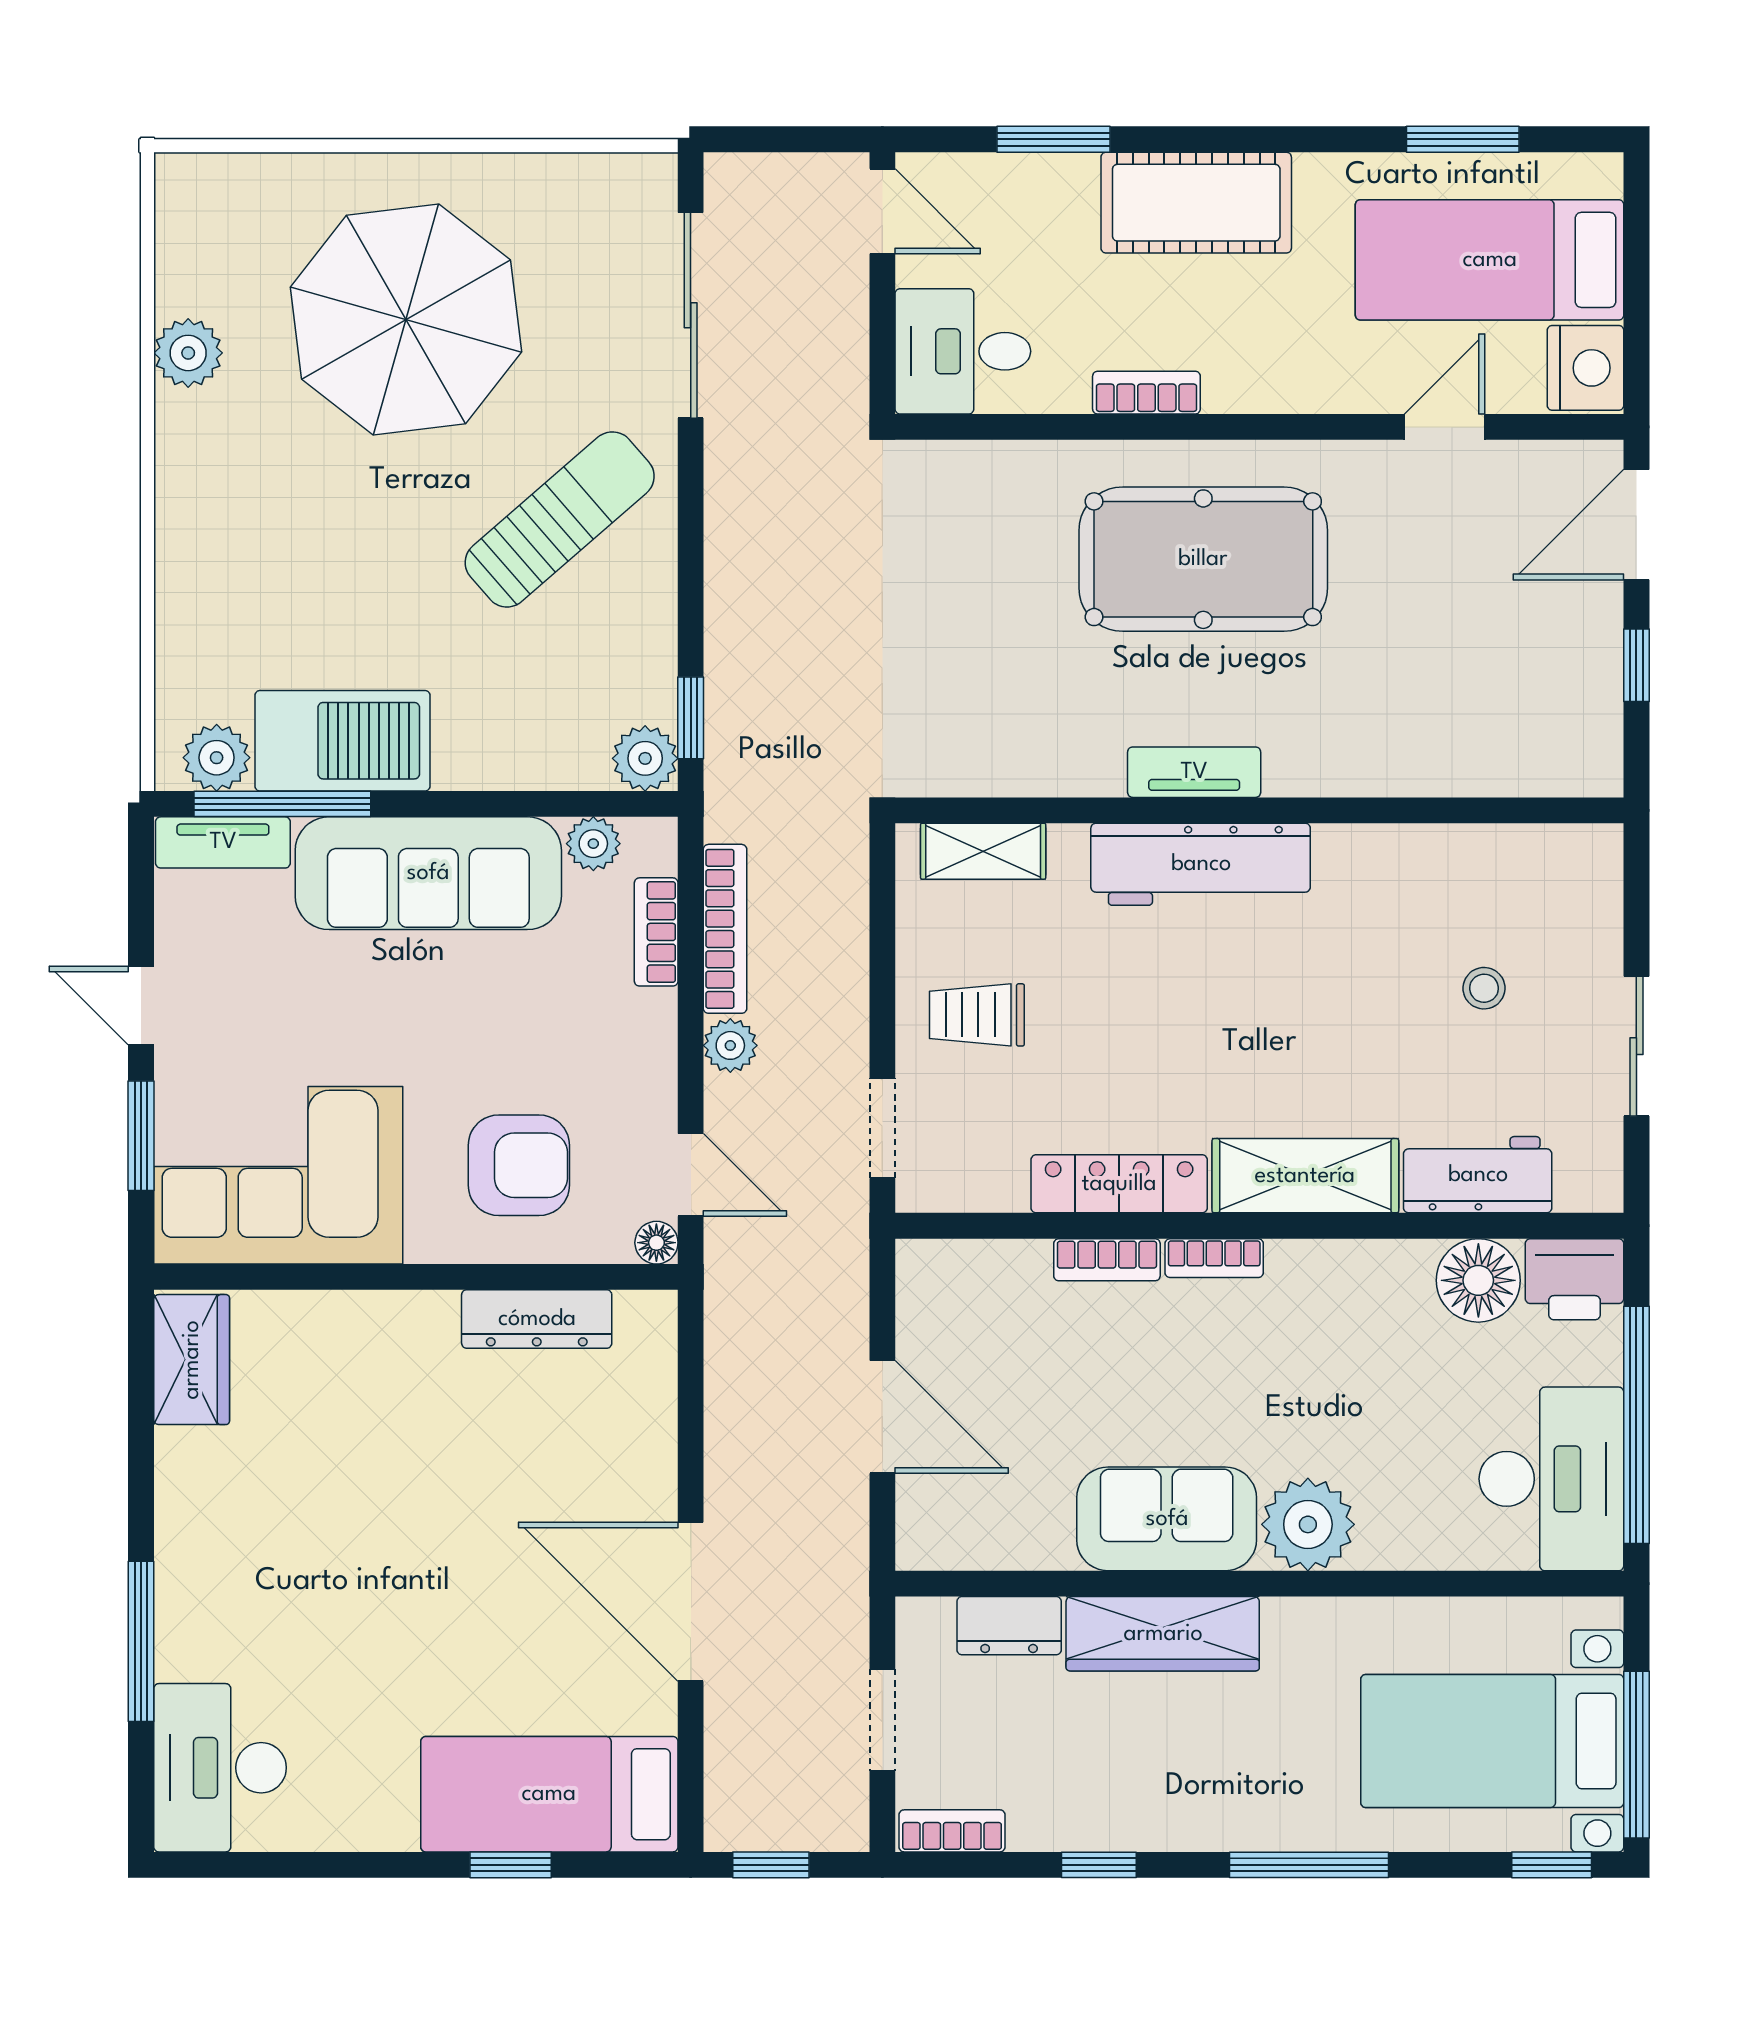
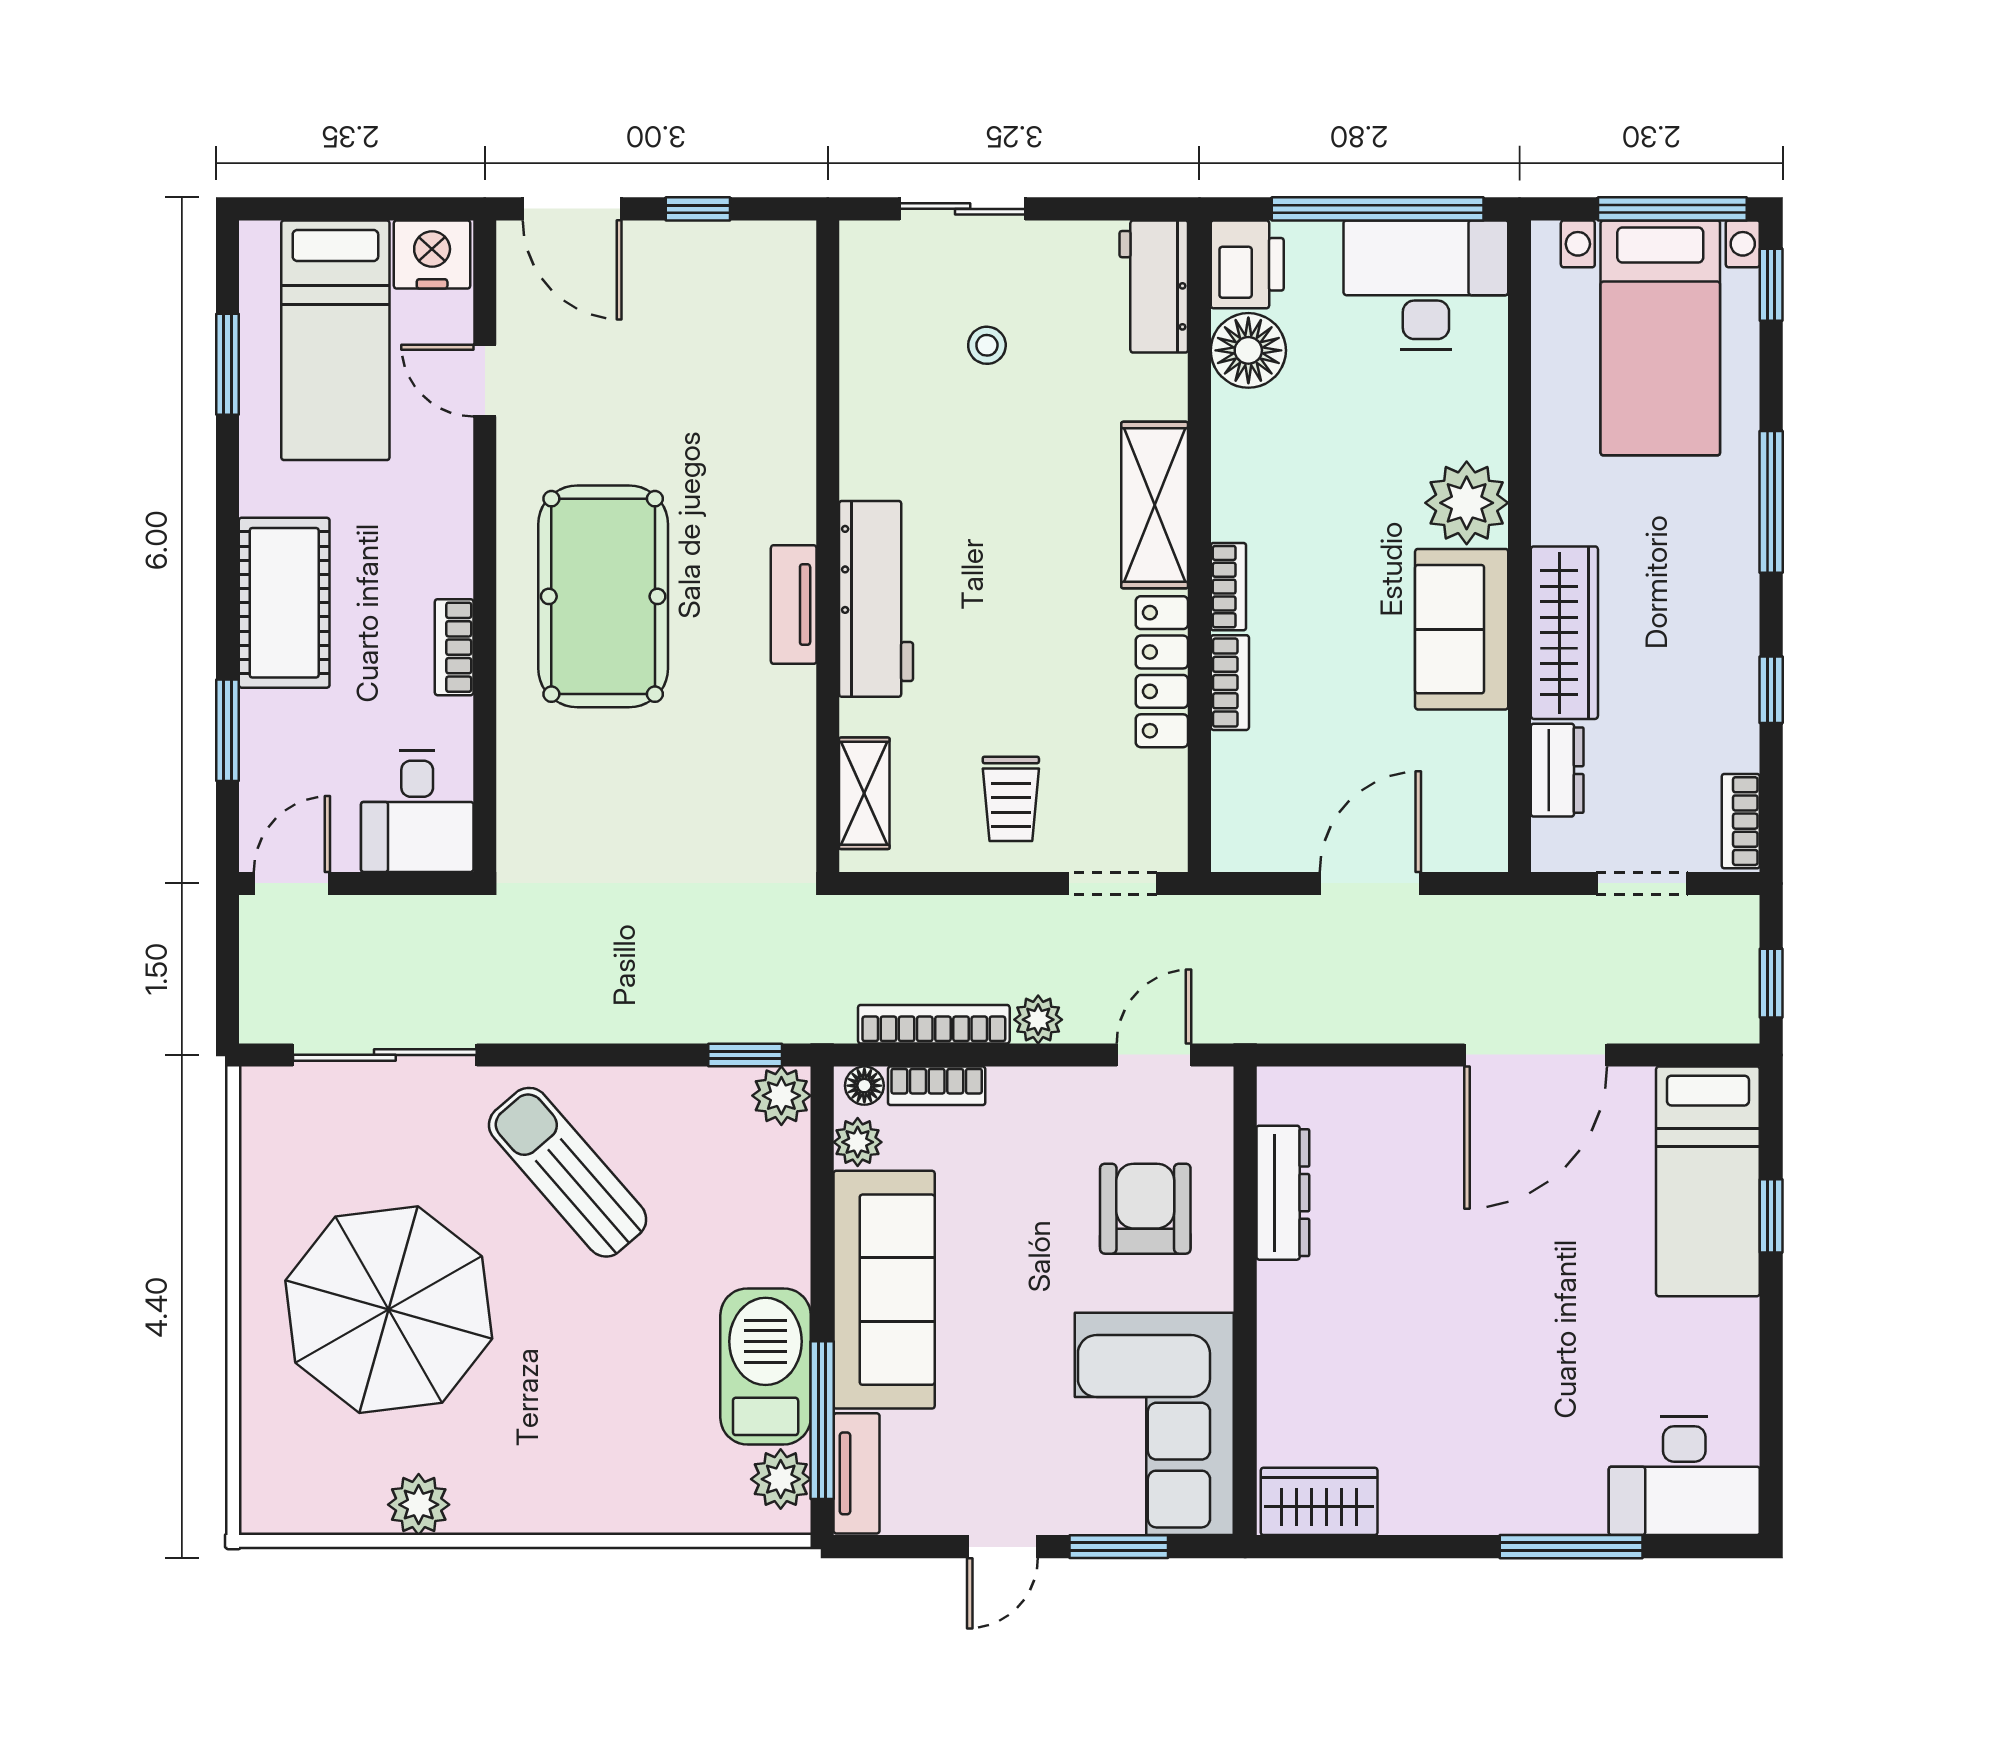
sliding door: (1636, 1046) -> (963, 209), moved
workbench: (1478, 1175) -> (1154, 287), moved
floor lamp: (656, 1243) -> (864, 1086), moved

